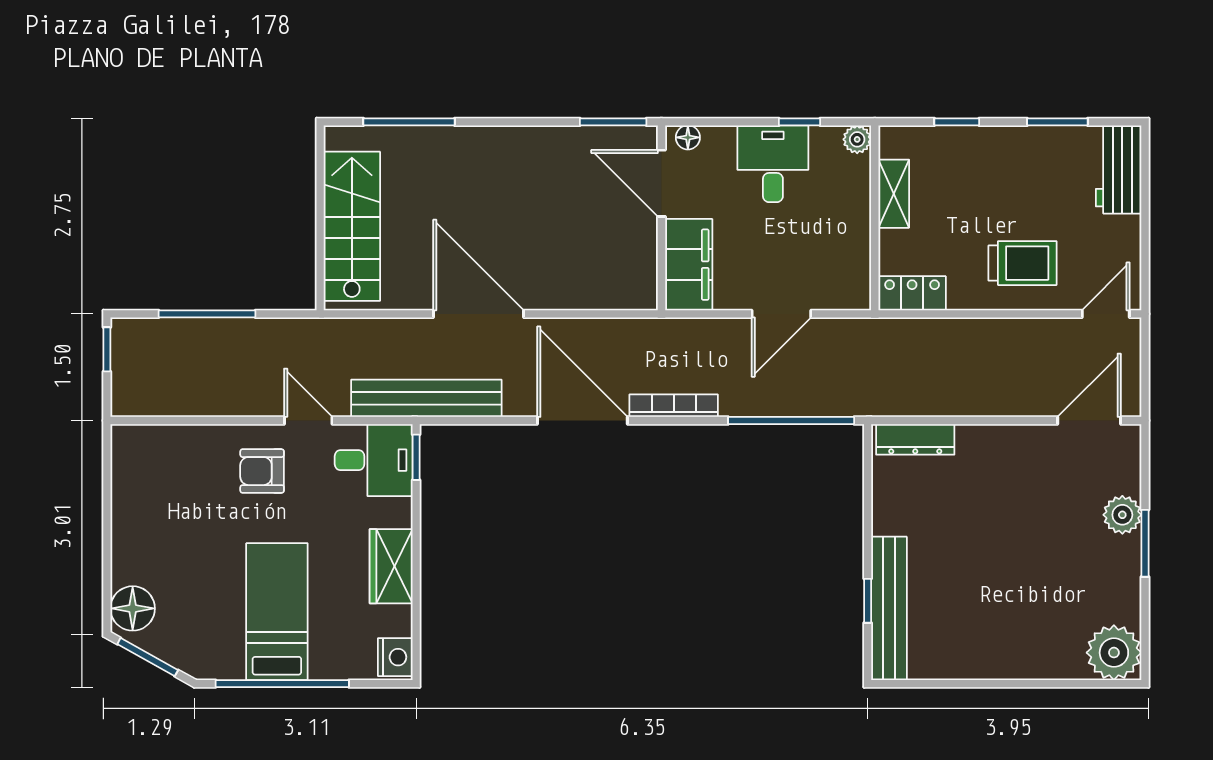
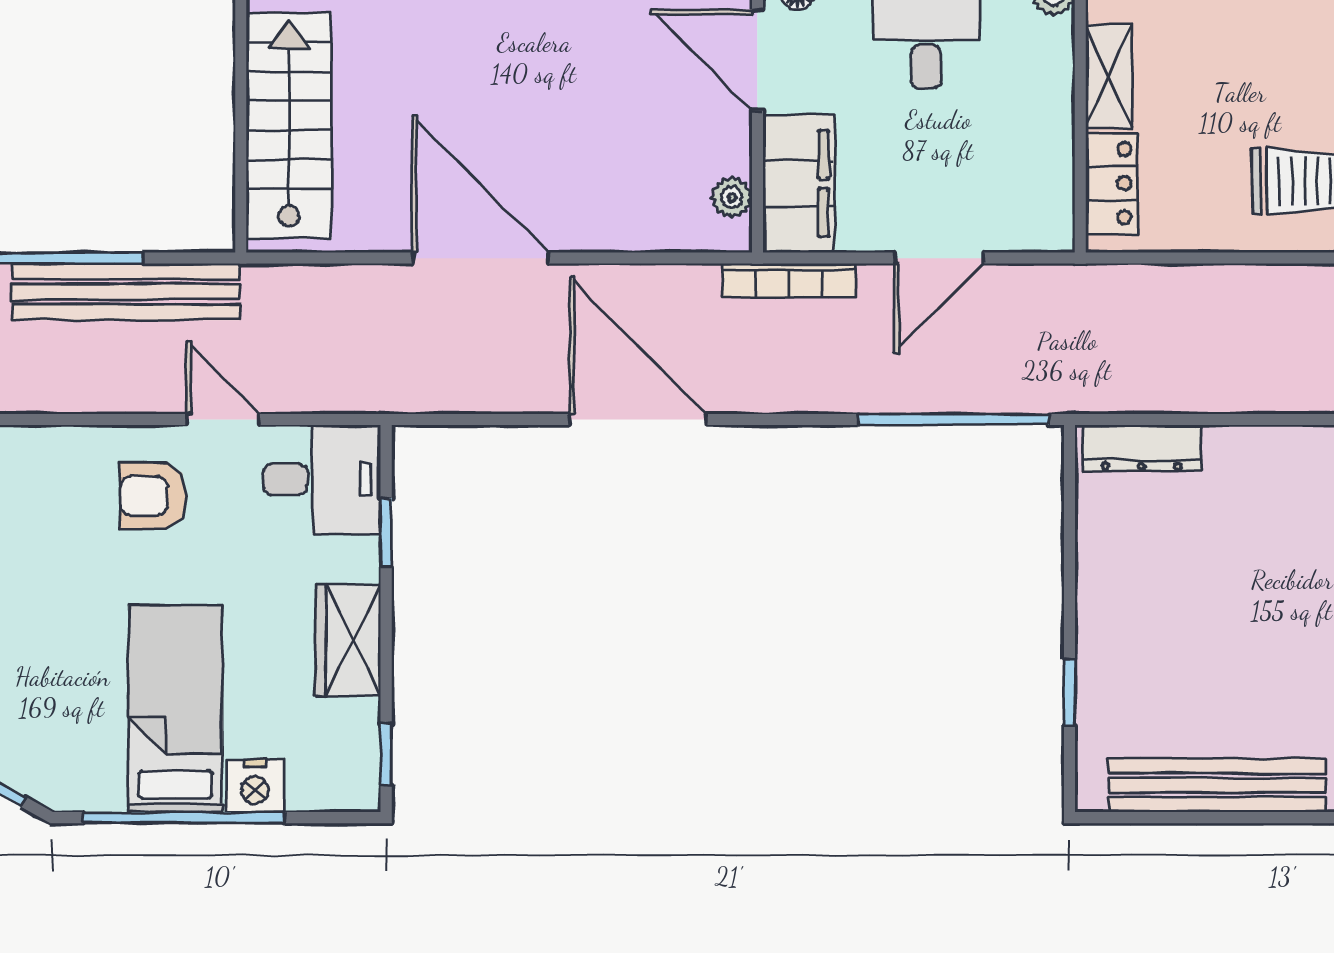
plant: (645, 274) -> (732, 197), added
locker: (912, 293) -> (1111, 183), moved, turned 90
bench: (426, 398) -> (126, 292), moved
bookcase: (674, 406) -> (789, 281), moved, turned 180
window: (416, 457) -> (386, 533), moved
bench: (889, 608) -> (1217, 785), moved, turned 90
window: (416, 642) -> (386, 755), added
nightstand: (395, 657) -> (255, 786), moved, turned 90

